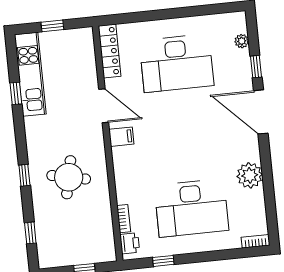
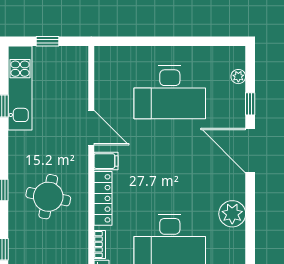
locker: (110, 51) -> (103, 198), moved

